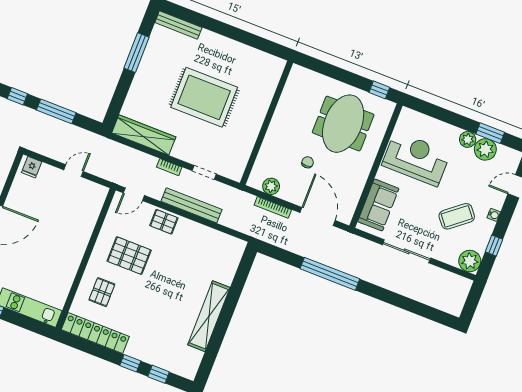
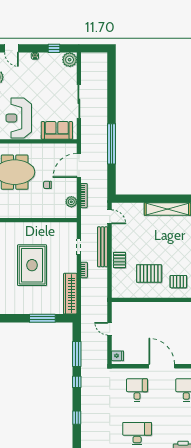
window: (136, 53) -> (42, 318), moved
door: (134, 194) -> (110, 217), moved
coffee table: (457, 216) -> (45, 79), removed
pallet: (129, 256) -> (149, 273), turned 90

